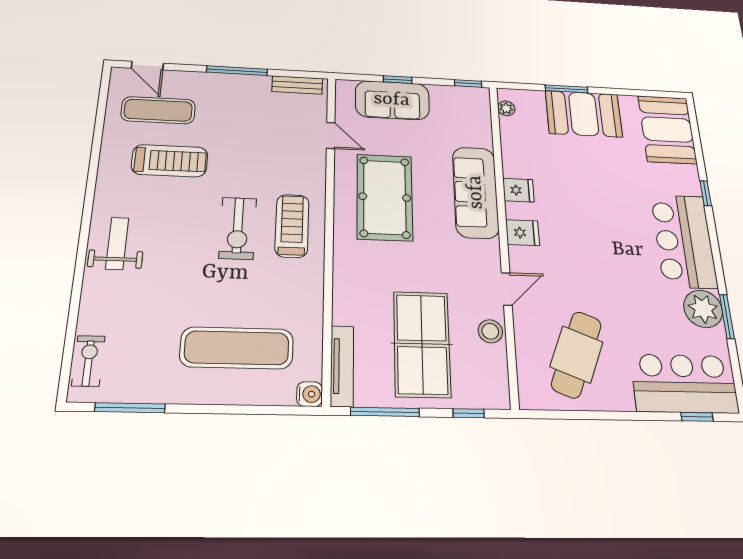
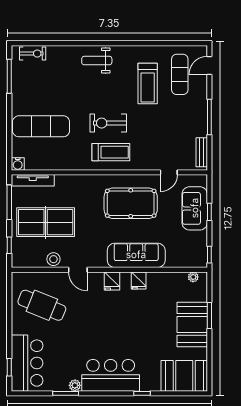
weight bench: (117, 243) -> (97, 61), turned 180
plant: (703, 309) -> (75, 385), width x0.53, depth x0.53
exercise mat: (237, 348) -> (41, 126), turned 90

